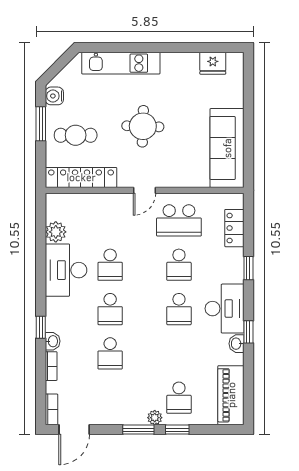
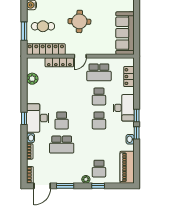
window: (41, 124) -> (24, 31), moved
locker: (106, 202) -> (59, 62), added
school desk: (110, 265) -> (62, 96), removed
window: (248, 268) -> (137, 116), moved
desk: (66, 270) -> (38, 118), moved
desk: (224, 309) -> (124, 108), moved
window: (41, 327) -> (24, 118), moved
school desk: (110, 353) -> (62, 145), width x1.85
window: (138, 430) -> (65, 186), moved

